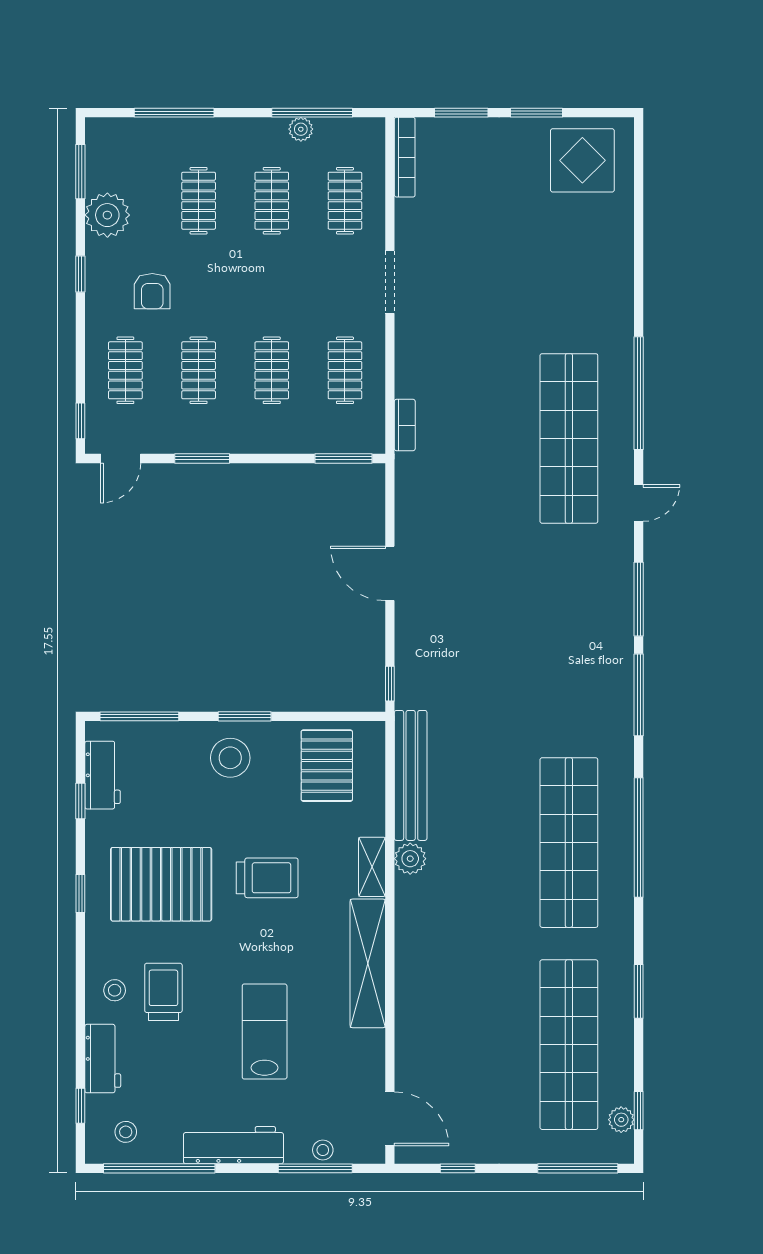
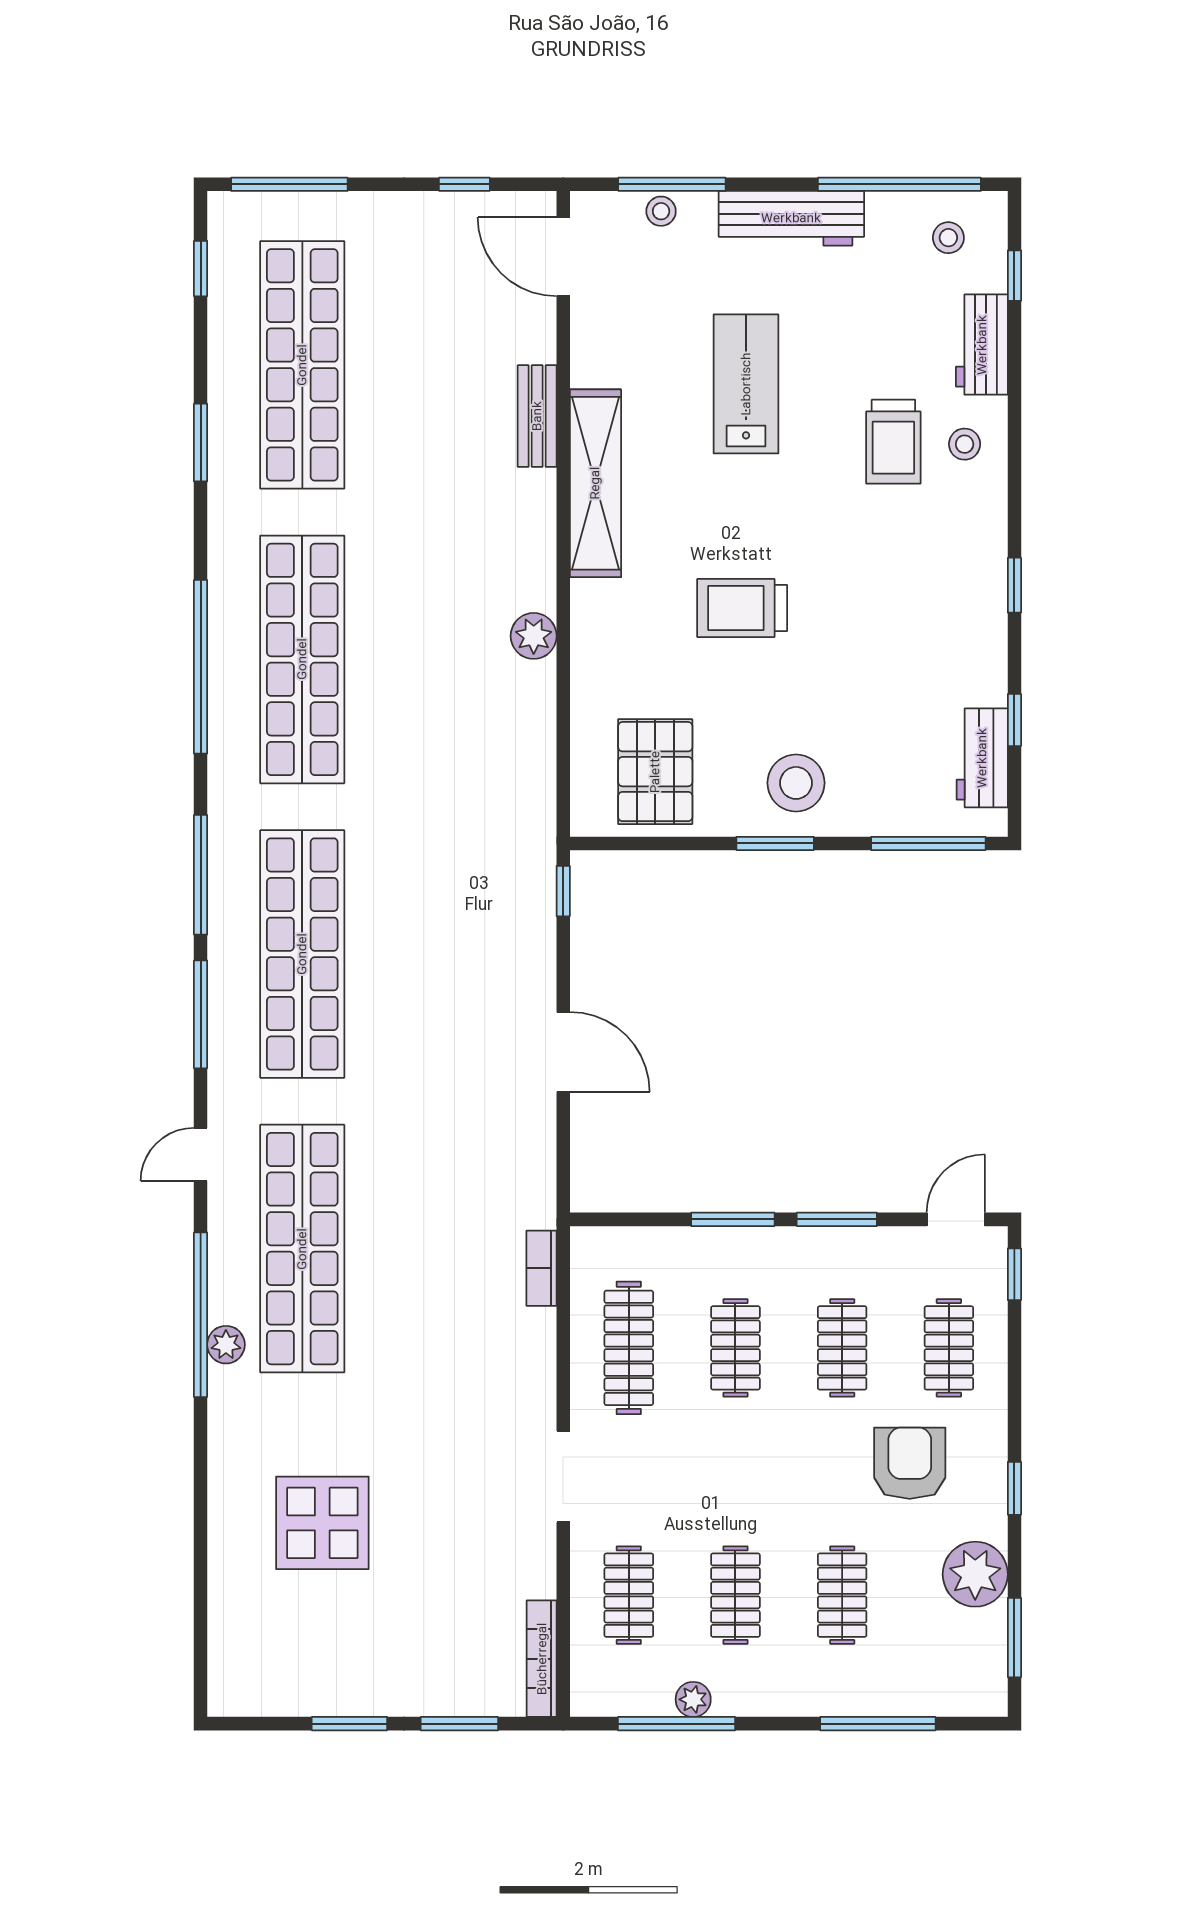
display table: (582, 160) -> (322, 1523), moved
armchair: (152, 291) -> (910, 1463), width x1.38, depth x1.38
clothes rail: (345, 370) -> (629, 1348), width x1.36
window: (344, 458) -> (733, 1219), moved
shop shelf: (569, 641) -> (302, 954), added
bench: (411, 775) -> (537, 416), moved, width x0.54, depth x0.82
shelving: (372, 867) -> (589, 624), removed
pallet: (161, 884) -> (897, 599), removed
lab bench: (265, 1032) -> (746, 384), turned 180
plant: (621, 1120) -> (226, 1345), moved

